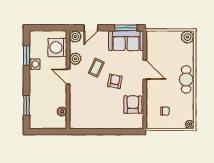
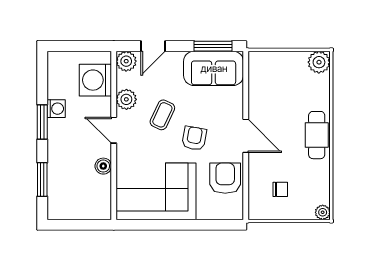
window: (26, 56) -> (42, 122), moved
door: (145, 70) -> (246, 136), moved
boiler: (62, 112) -> (103, 166), moved
corner sofa: (93, 112) -> (156, 191), added

